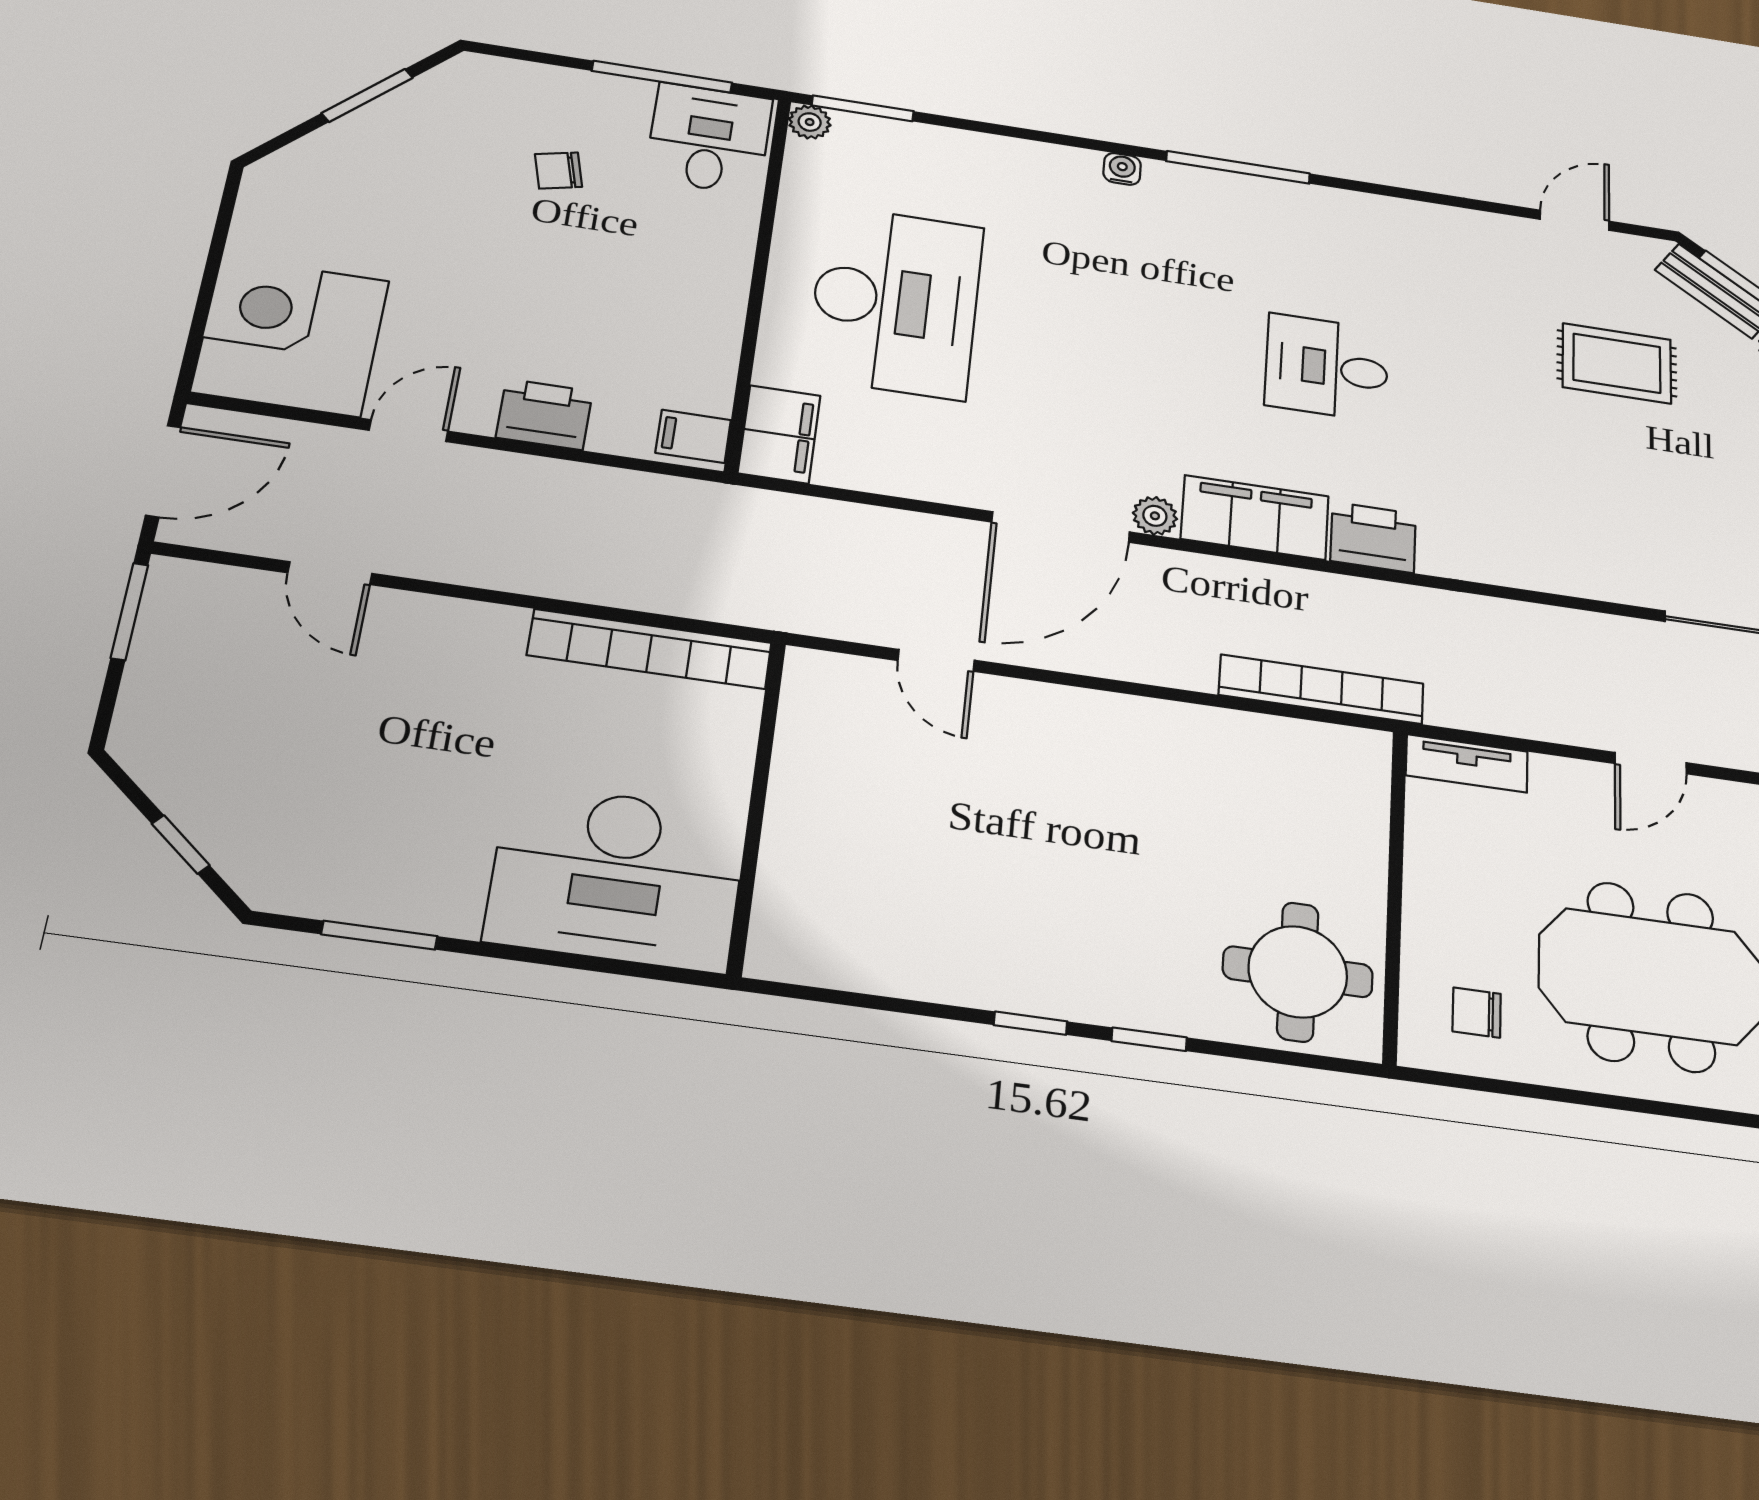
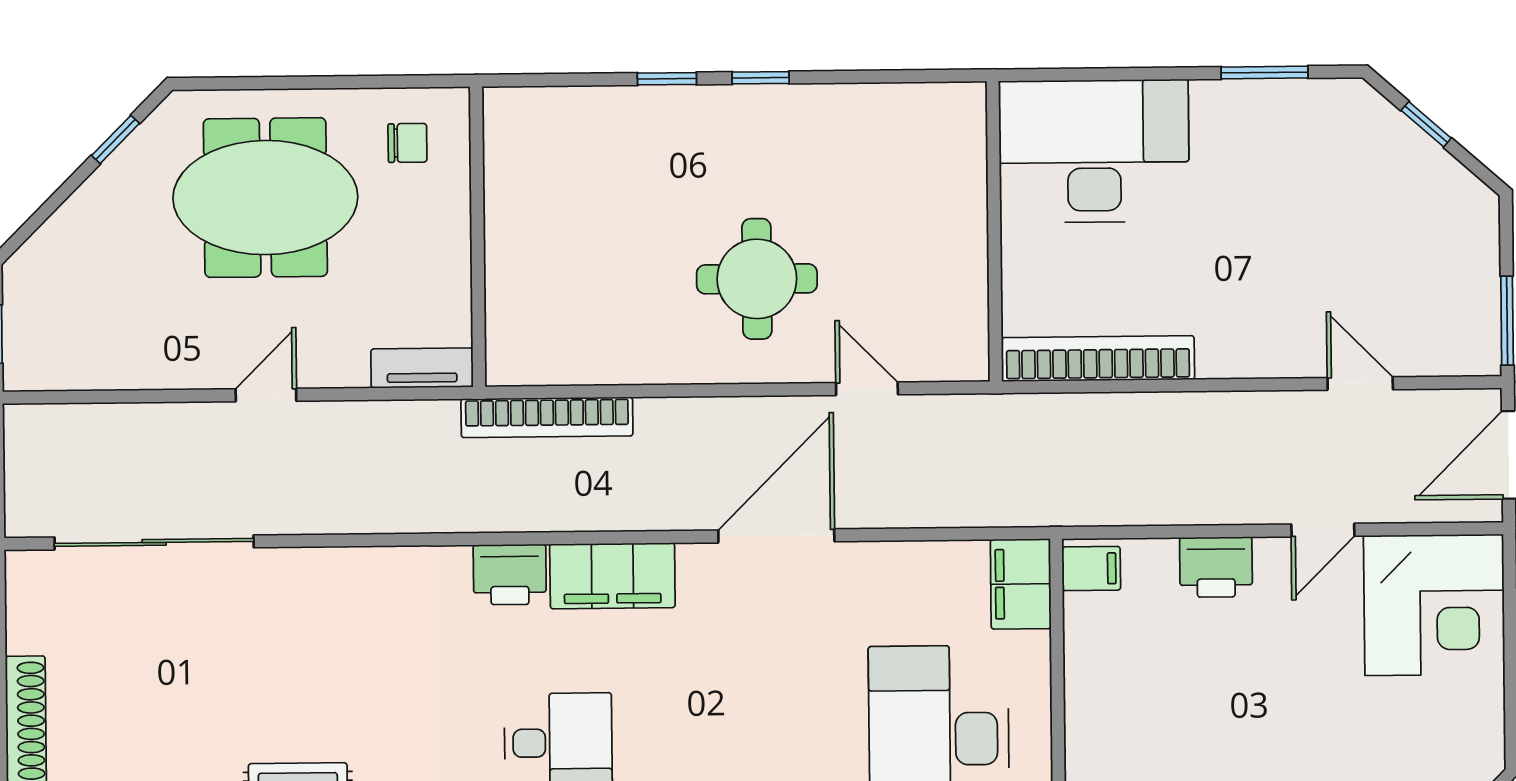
plant: (1155, 516) -> (698, 562), removed
round table: (1298, 972) -> (757, 279), moved

